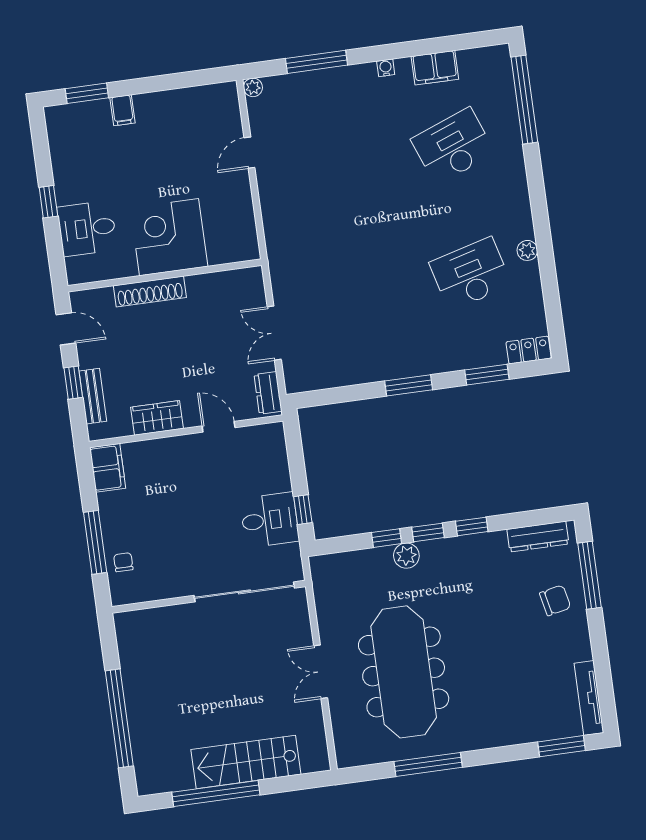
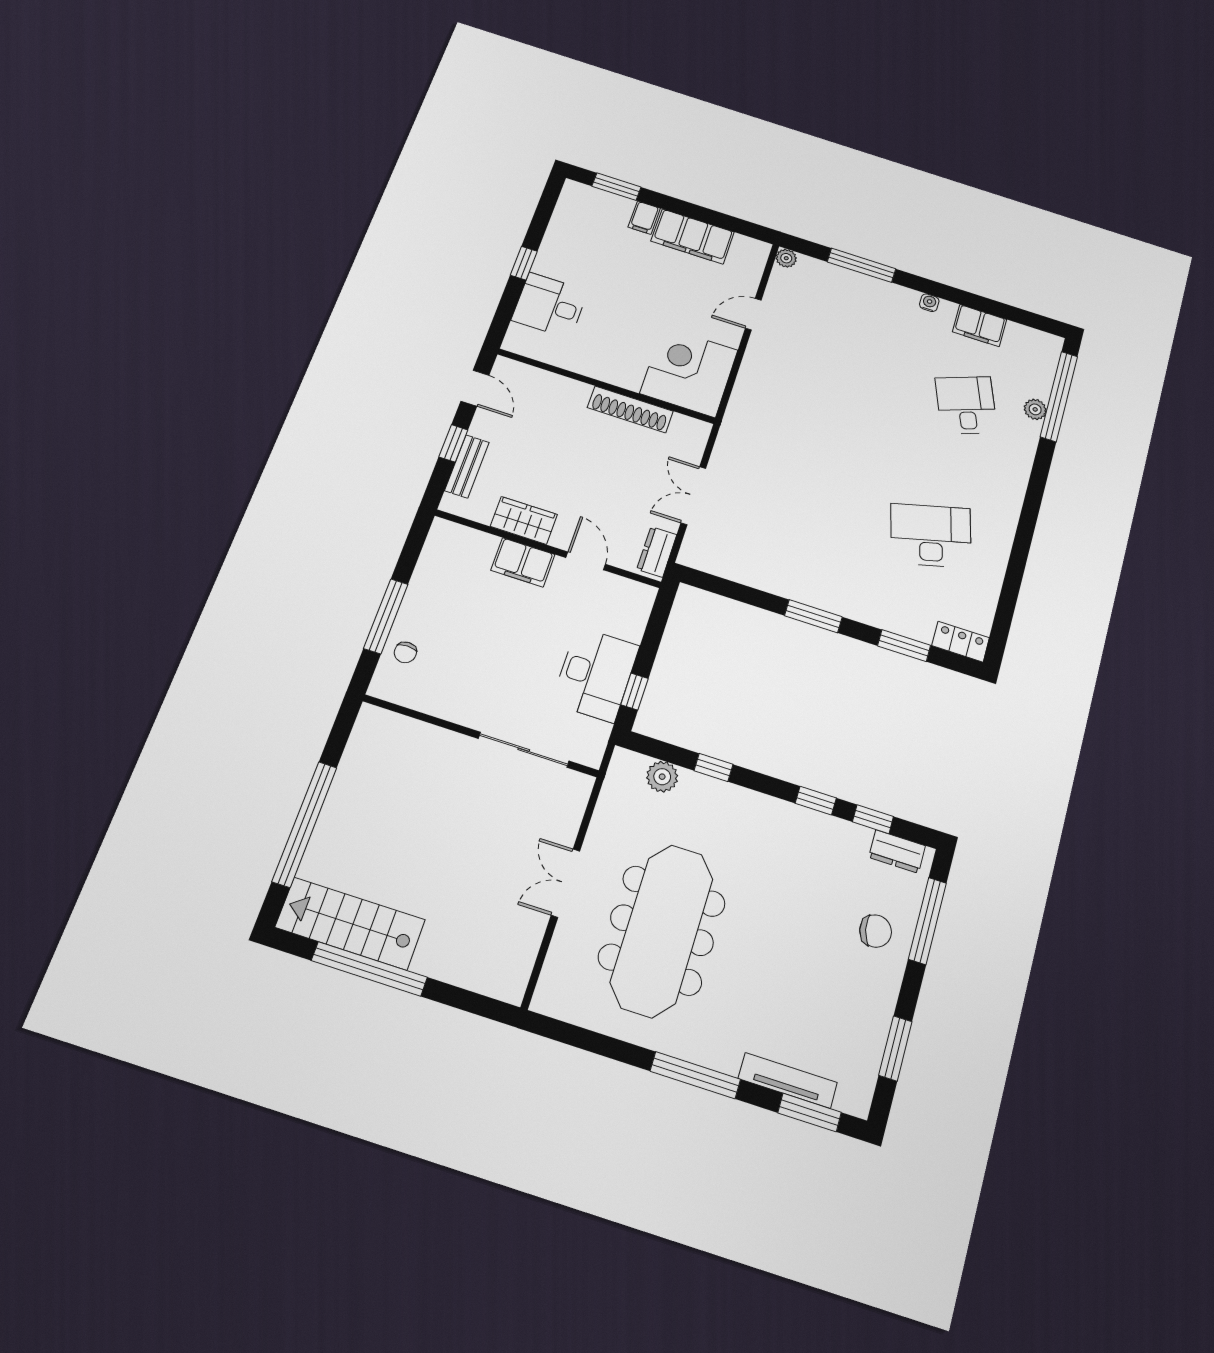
filing cabinet: (169, 107) -> (693, 237), added
desk: (453, 146) -> (966, 405), width x0.73
corner desk: (169, 237) -> (689, 372), moved
plant: (527, 250) -> (1035, 409), moved
shoe rack: (150, 291) -> (630, 409), moved
filing cabinet: (108, 468) -> (523, 562), moved, turned 90
desk: (270, 520) -> (595, 674), width x1.37
window: (428, 532) -> (873, 819), moved
dresser: (538, 537) -> (897, 852), width x0.70
plant: (406, 556) -> (662, 777), moved
chair: (123, 562) -> (405, 652), turned 180
sliding door: (244, 592) -> (524, 750), width x0.73
window: (603, 675) -> (895, 1048), added
tv unit: (589, 698) -> (788, 1080), moved, turned 90
stairs: (246, 762) -> (350, 924), moved
window: (428, 764) -> (695, 1075), moved

